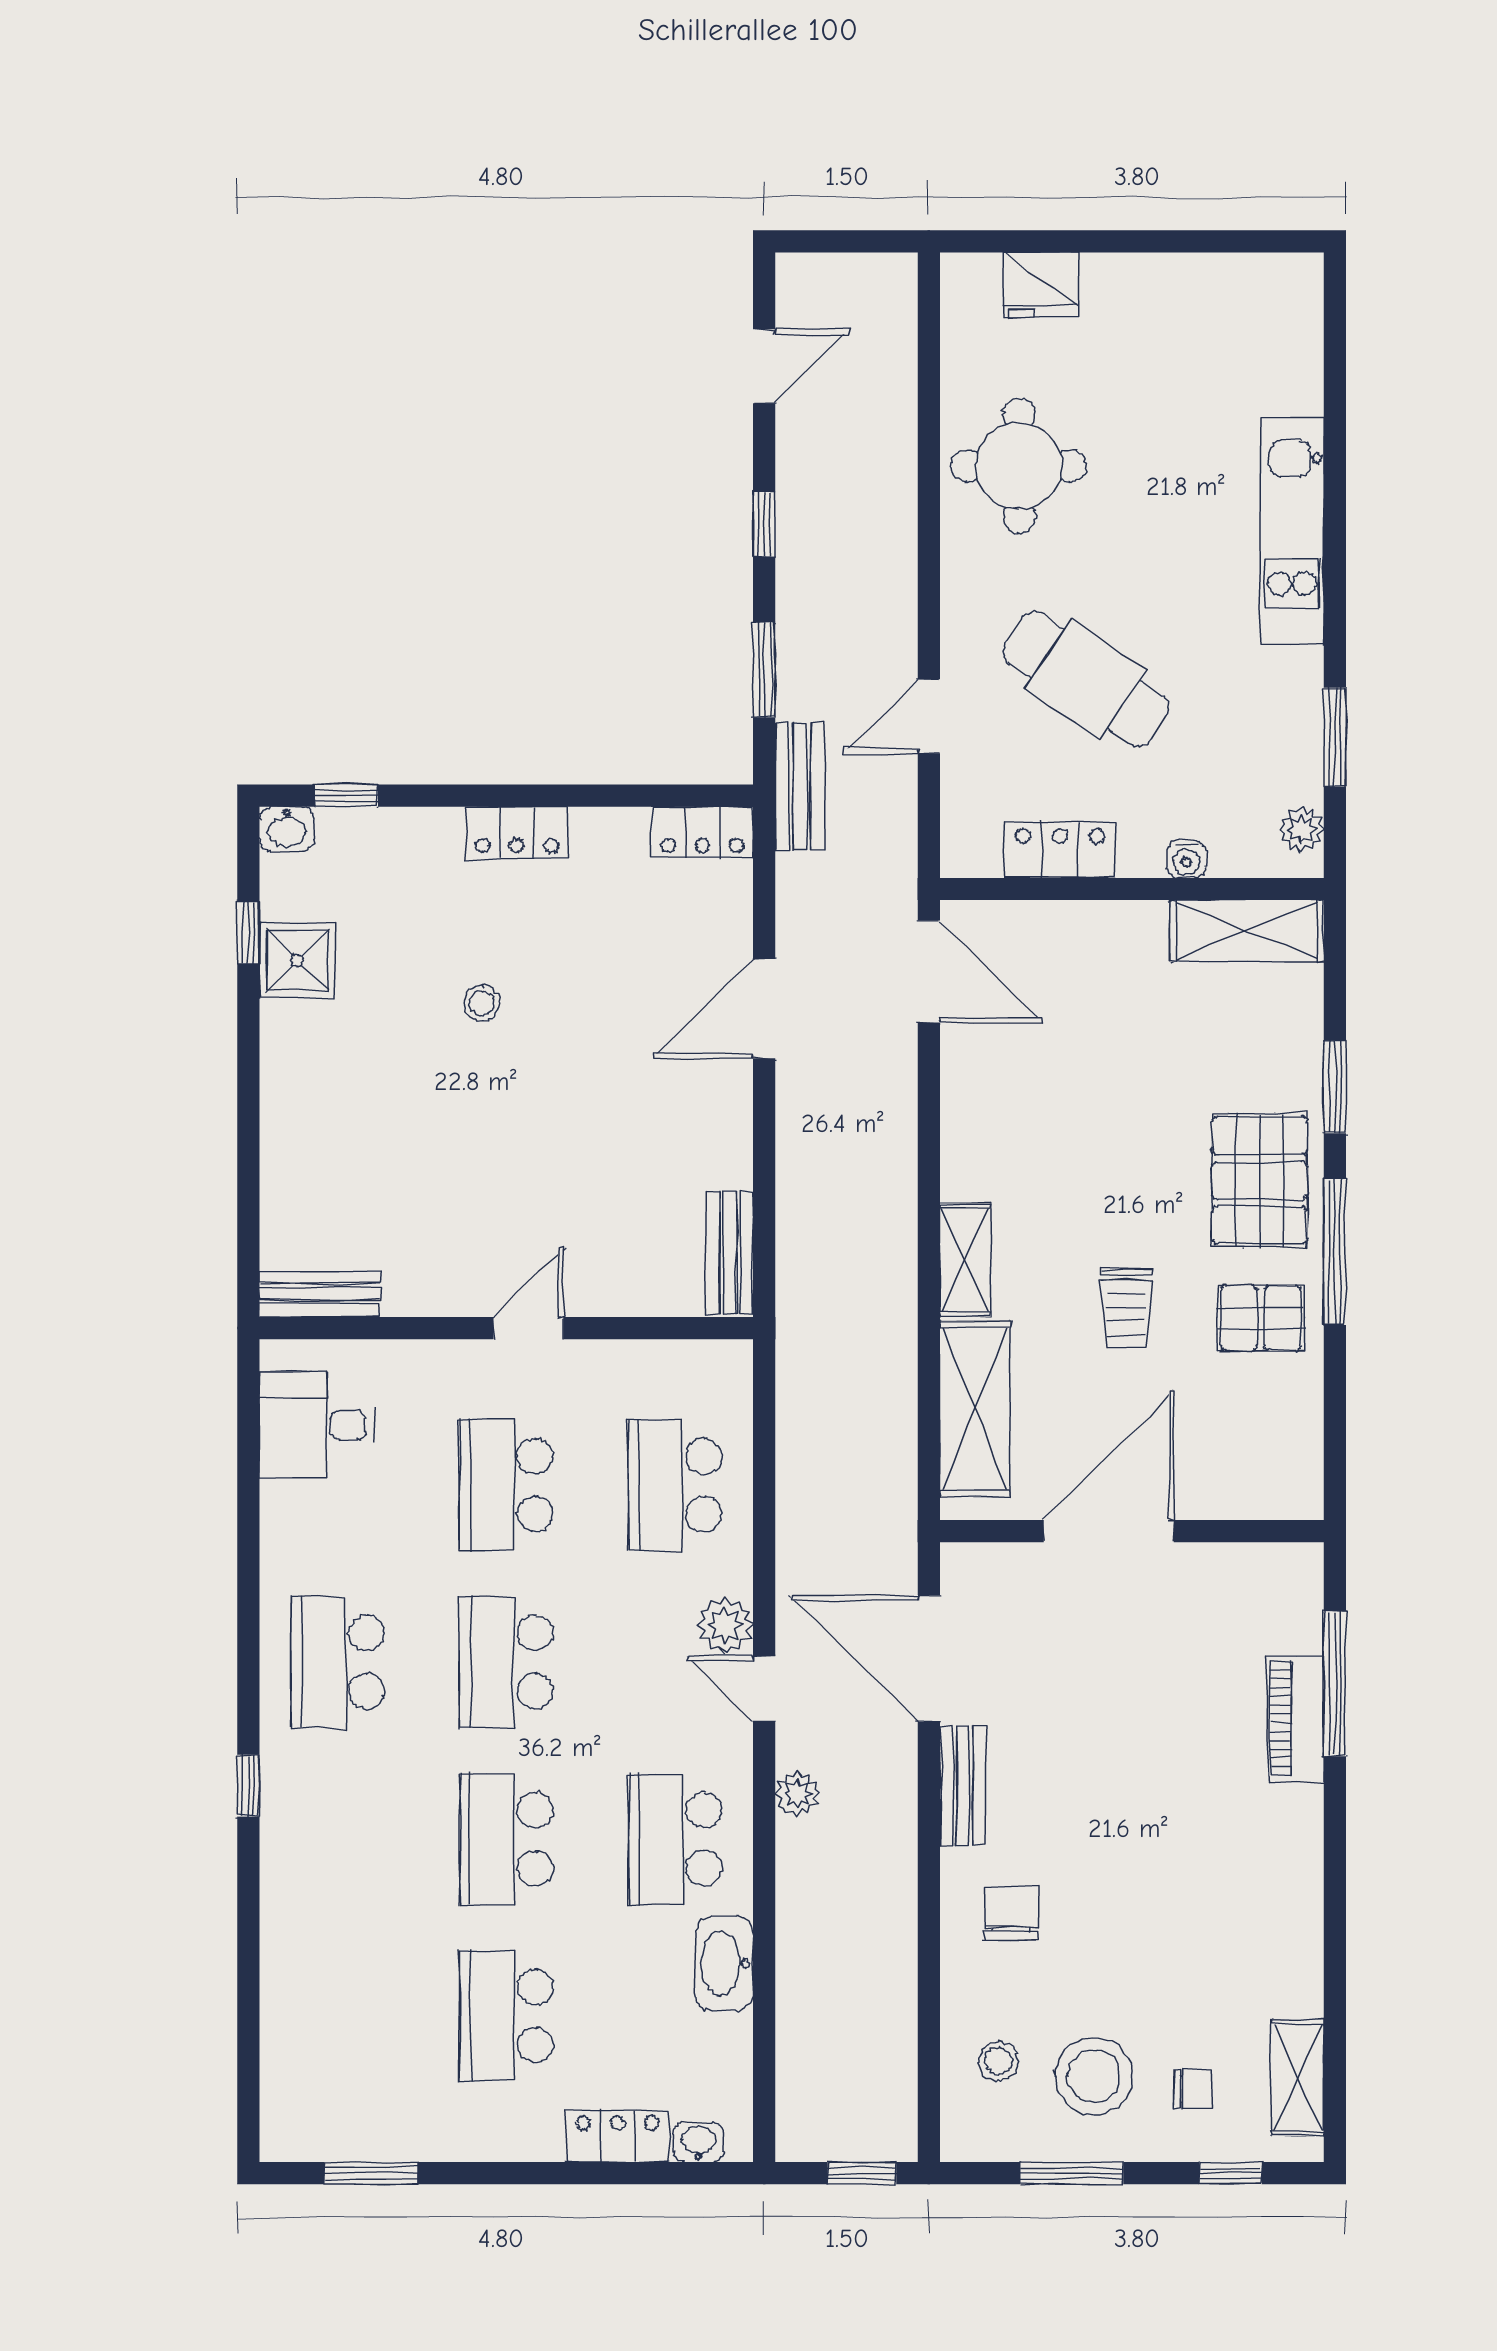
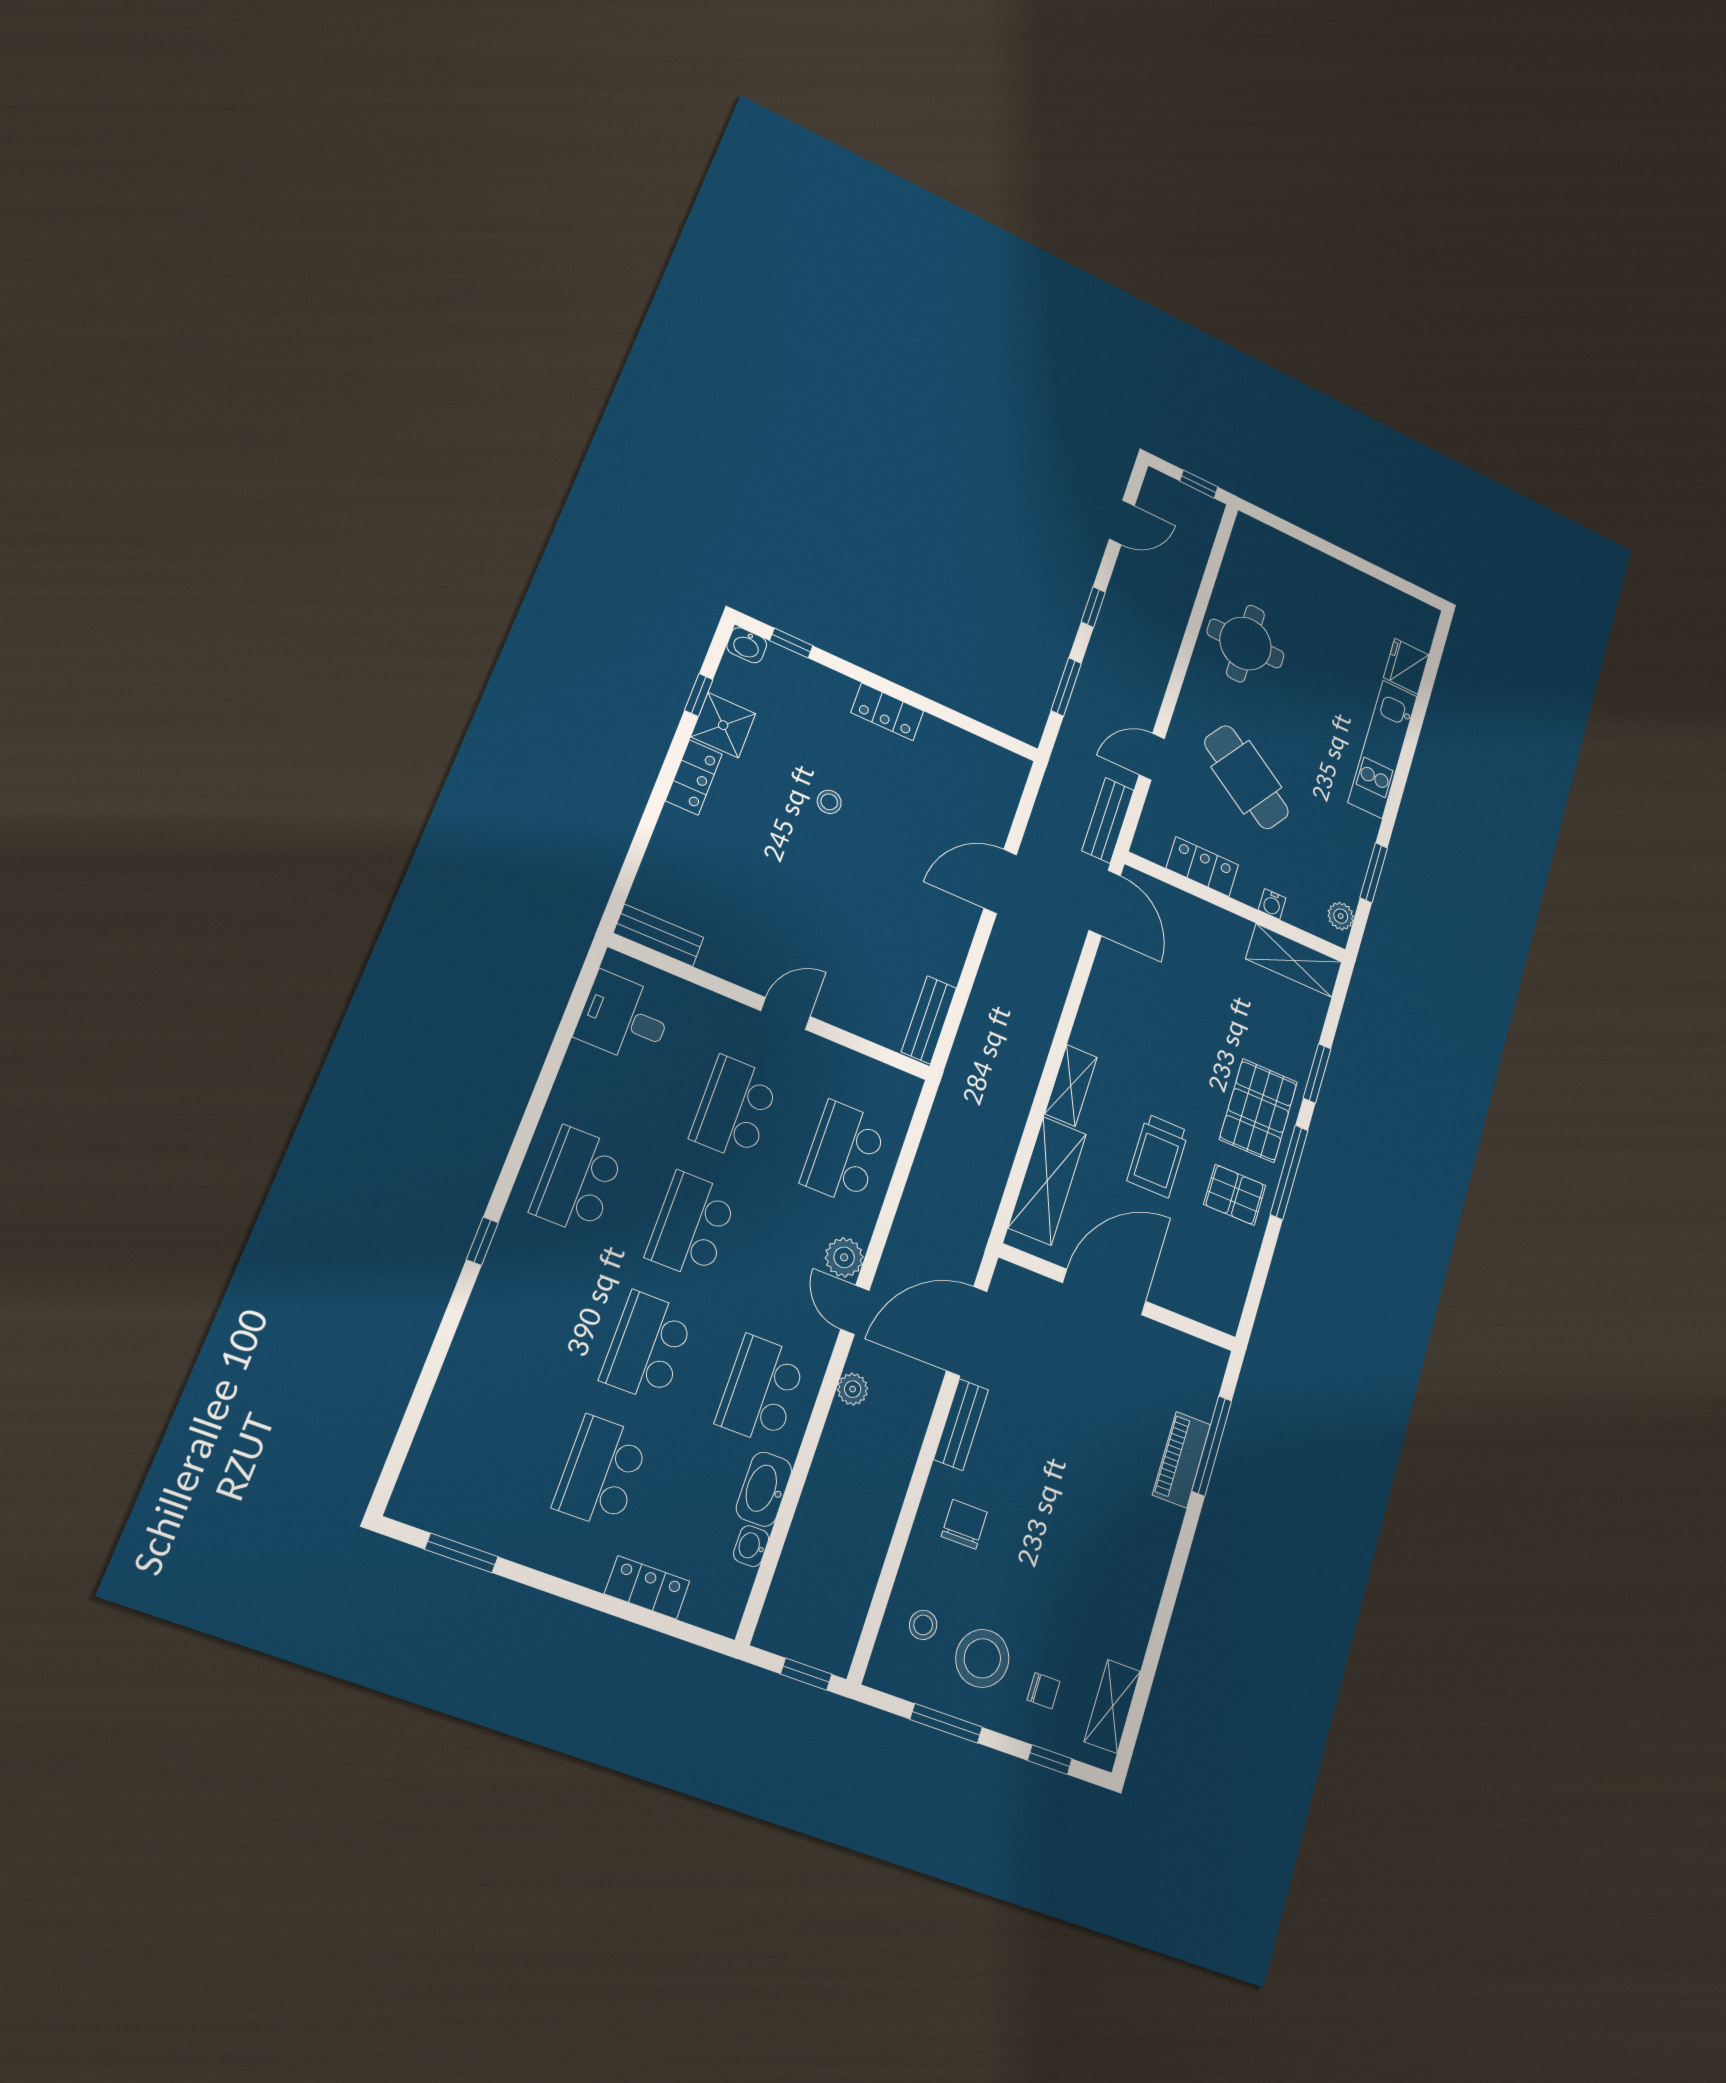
window: (864, 241) -> (1199, 484), added
fridge: (1041, 285) -> (1406, 666), moved, turned 90
bench: (800, 786) -> (1108, 820), moved
locker: (702, 832) -> (694, 777), moved, turned -90
trolley: (1127, 1308) -> (1158, 1156), width x1.36, depth x1.39
door: (929, 1659) -> (967, 1331), hinge flipped
washbasin: (698, 2142) -> (751, 1546), moved, turned -90

